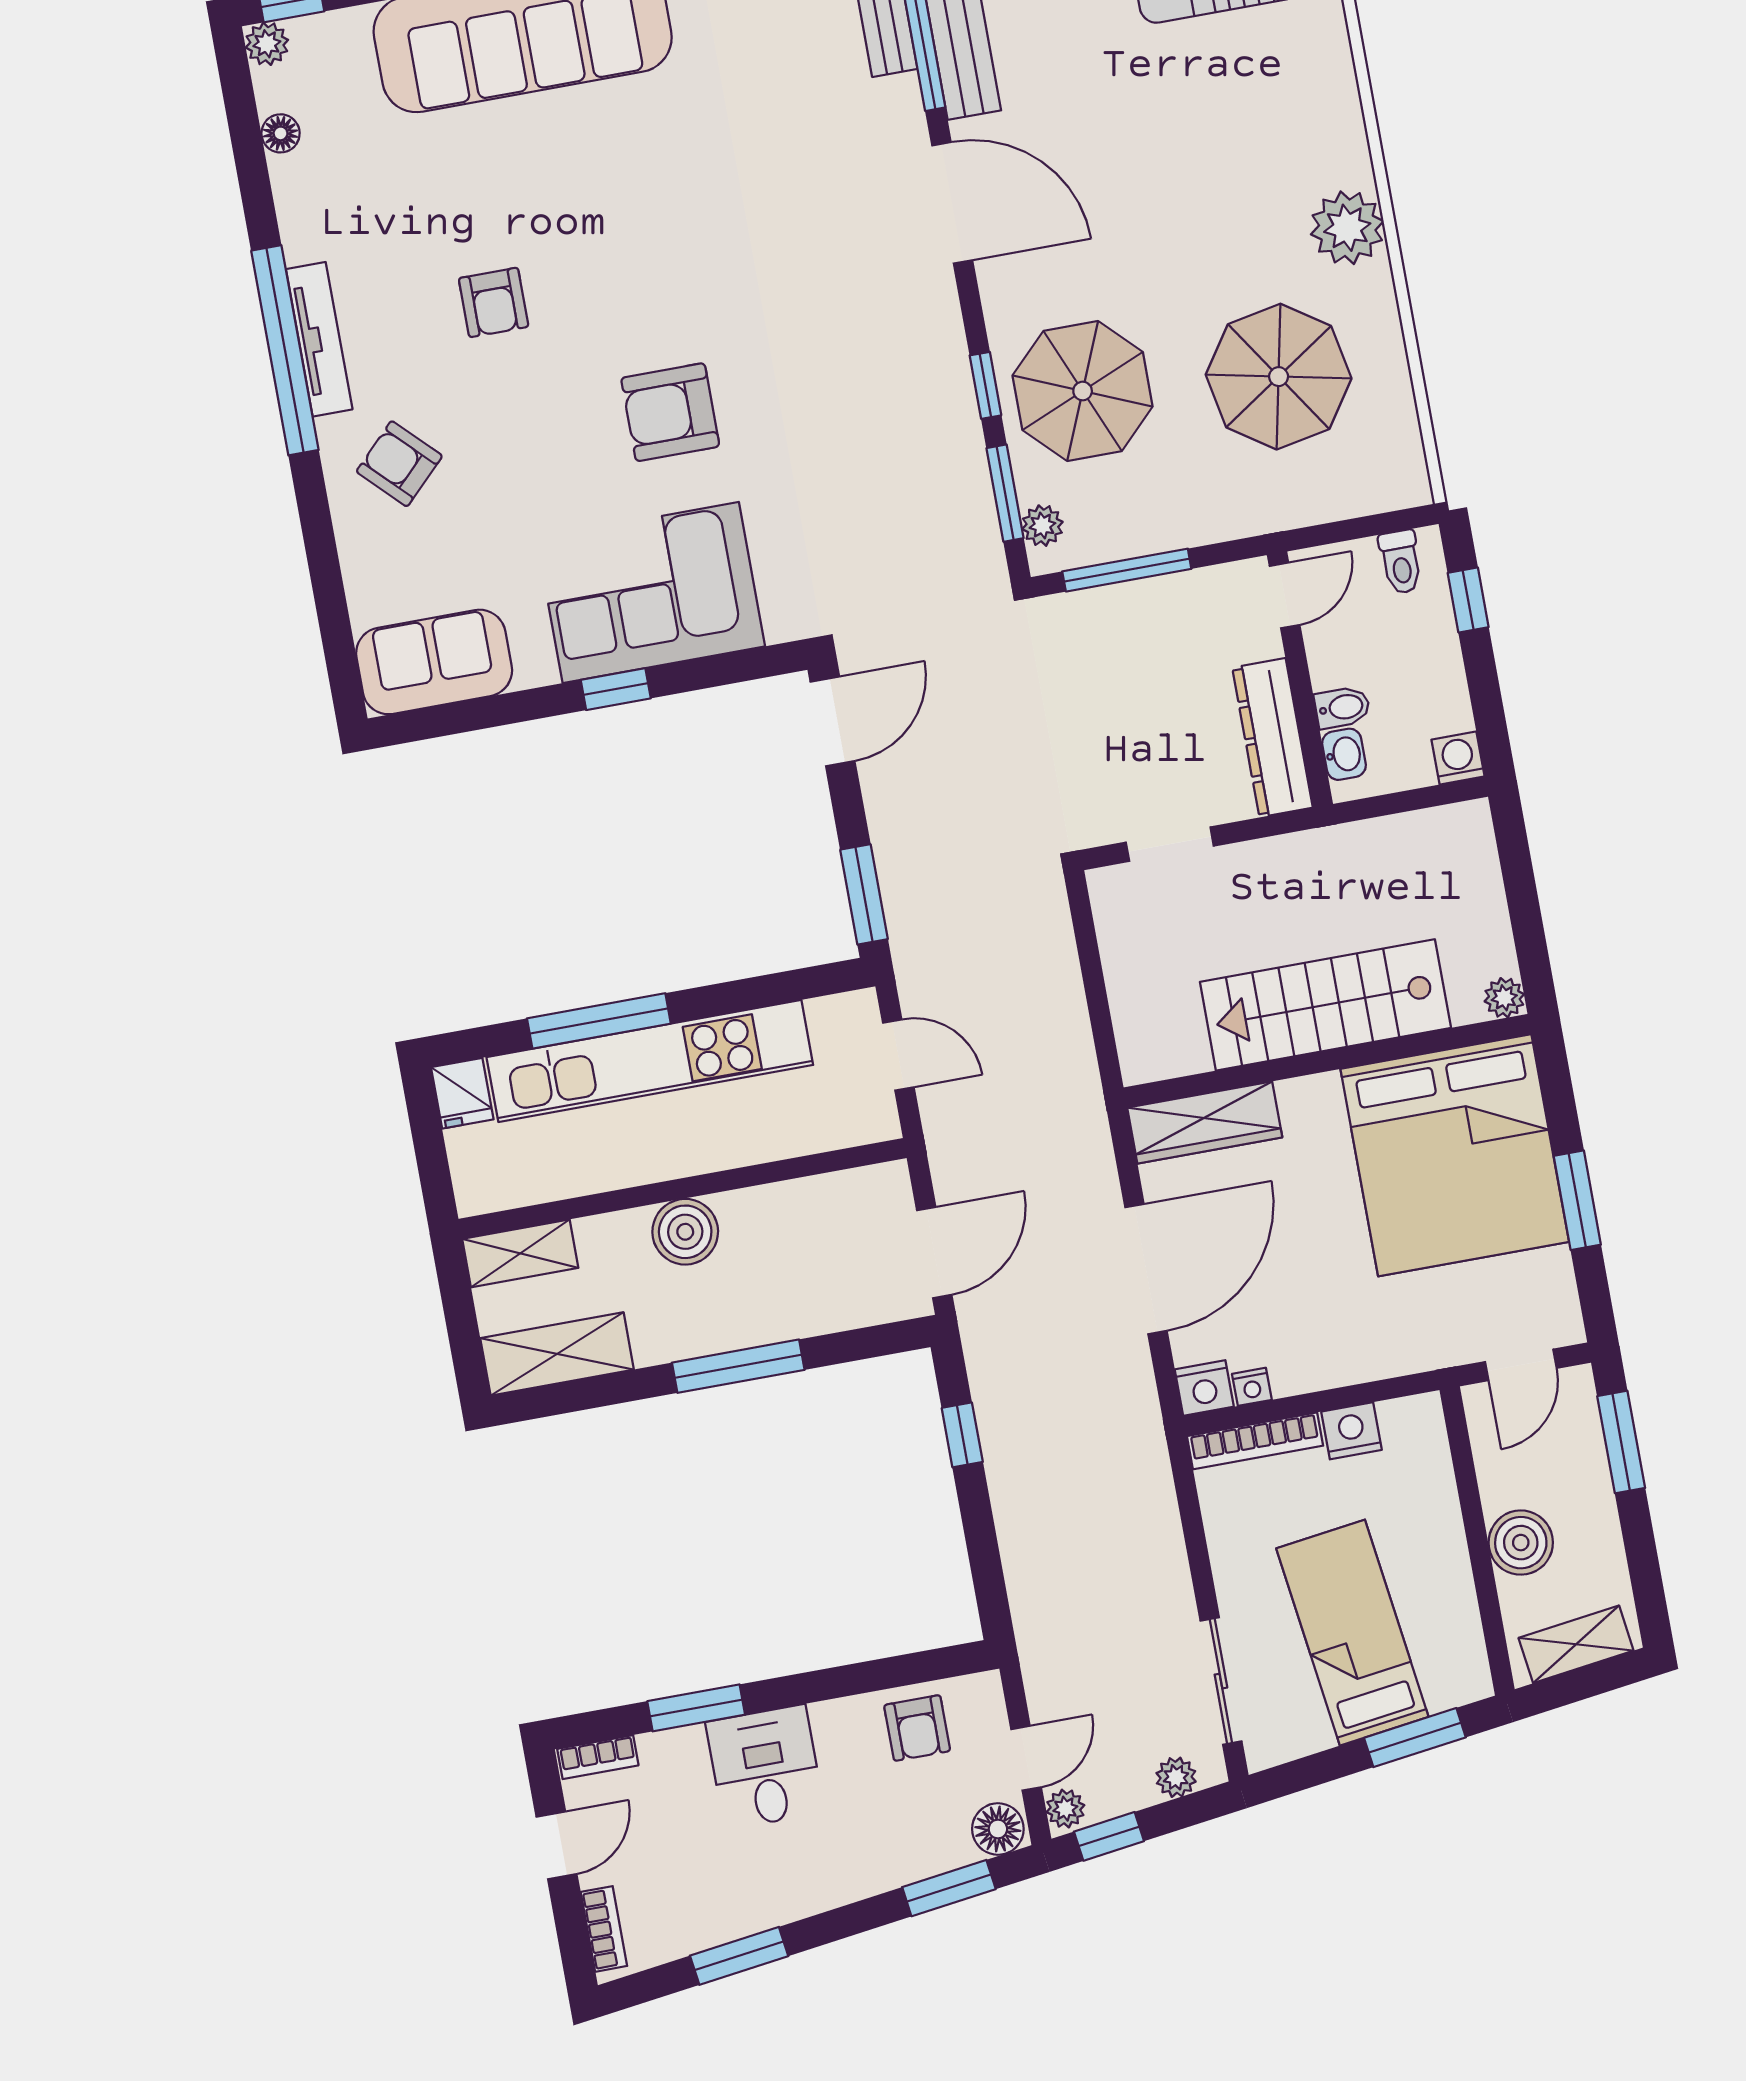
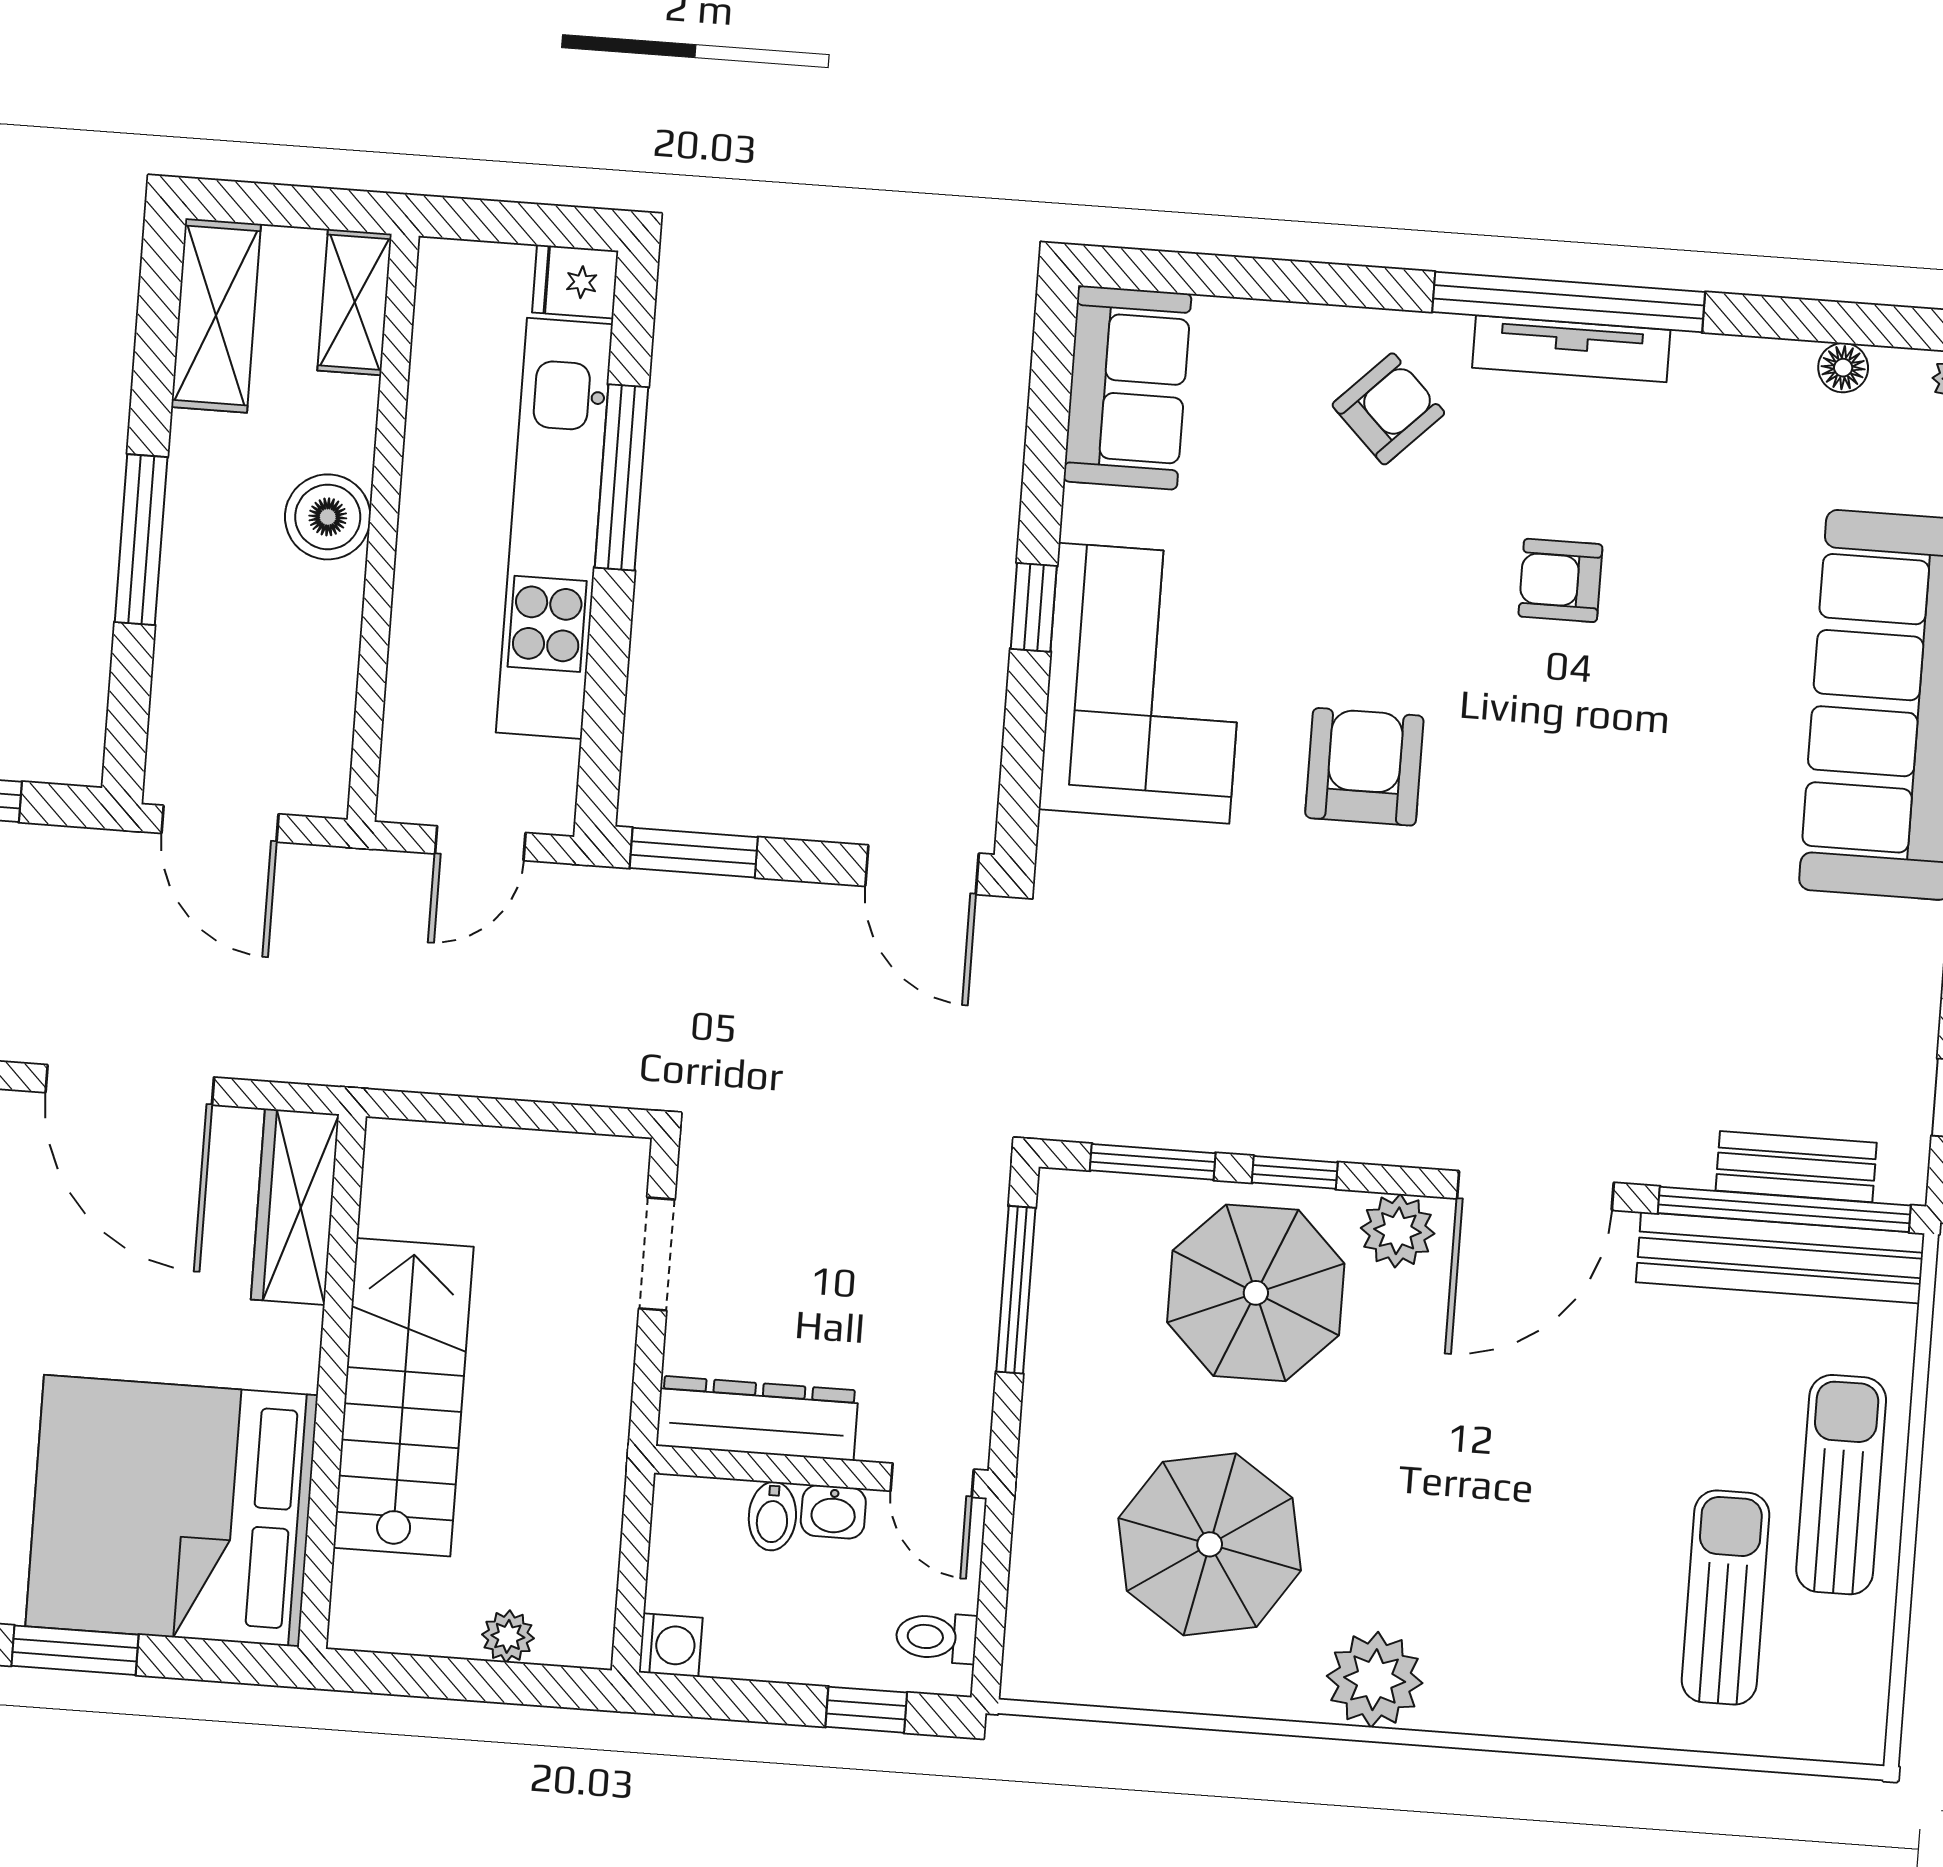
plant: (1042, 526) -> (1398, 1231), moved, width x1.38, depth x1.38
washbasin: (1344, 754) -> (833, 1512), moved
plant: (1504, 998) -> (508, 1636), moved

